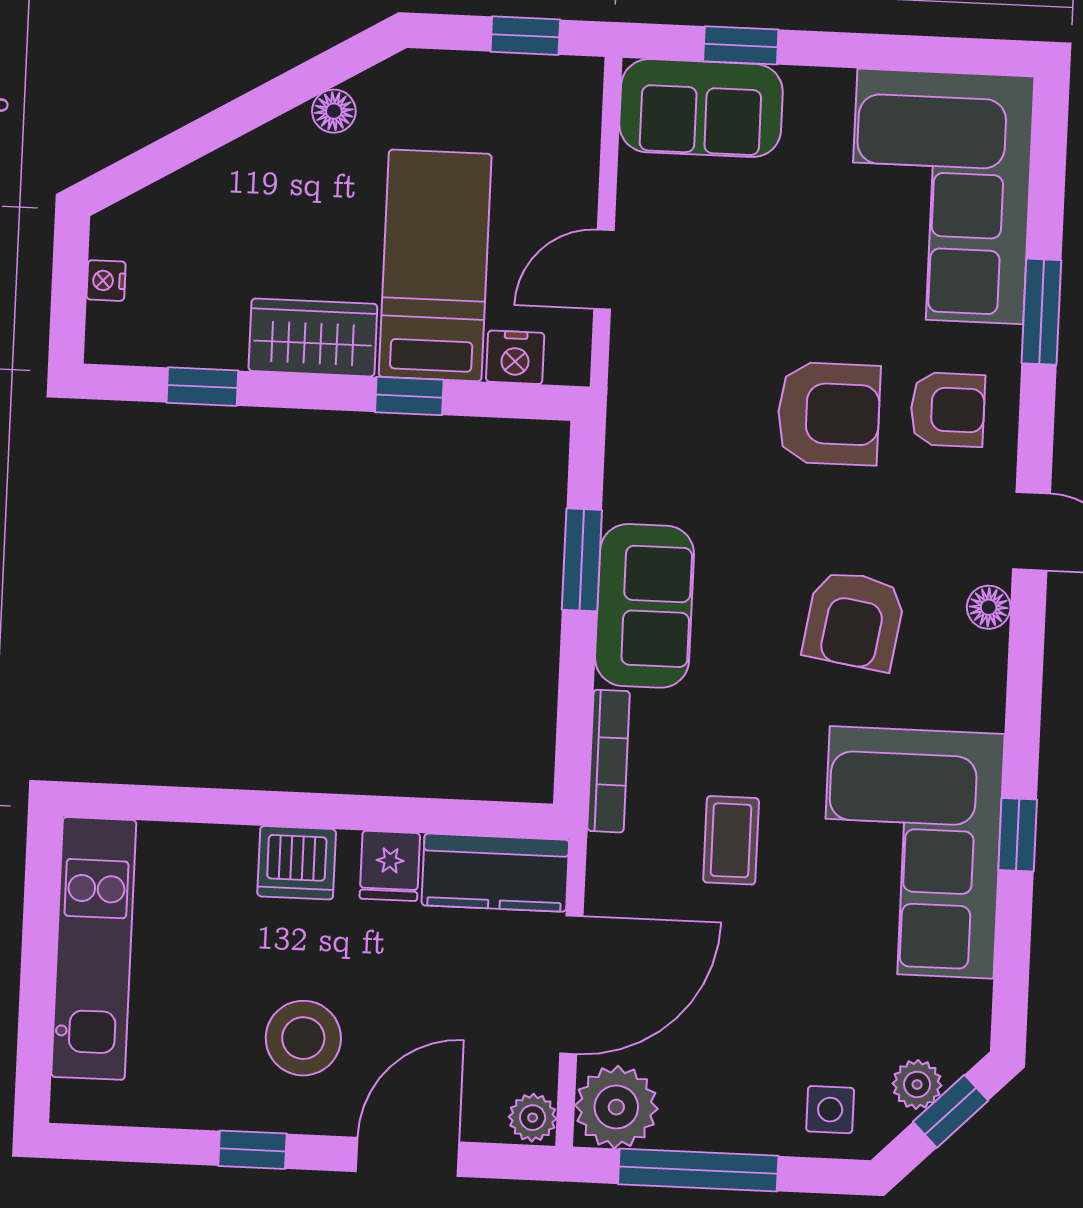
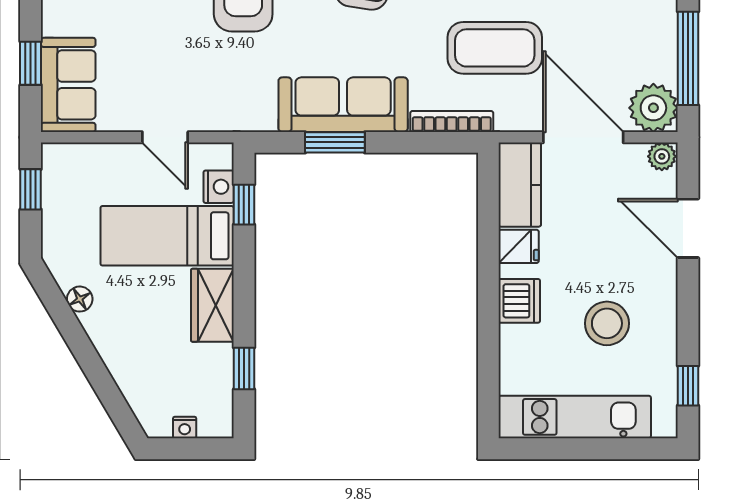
window: (409, 396) -> (244, 205), moved
sofa: (644, 606) -> (343, 105), width x1.36
coffee table: (731, 840) -> (495, 48), width x1.86, depth x1.72
stool: (303, 1038) -> (607, 323), moved
window: (252, 1150) -> (688, 386), moved

